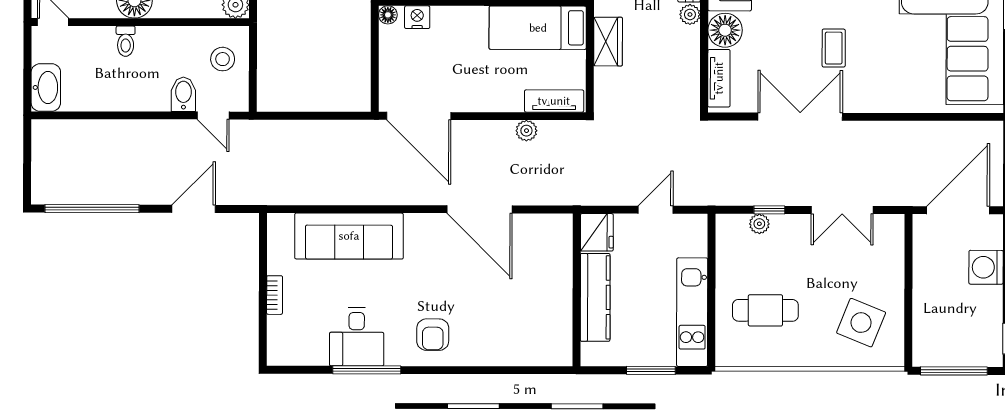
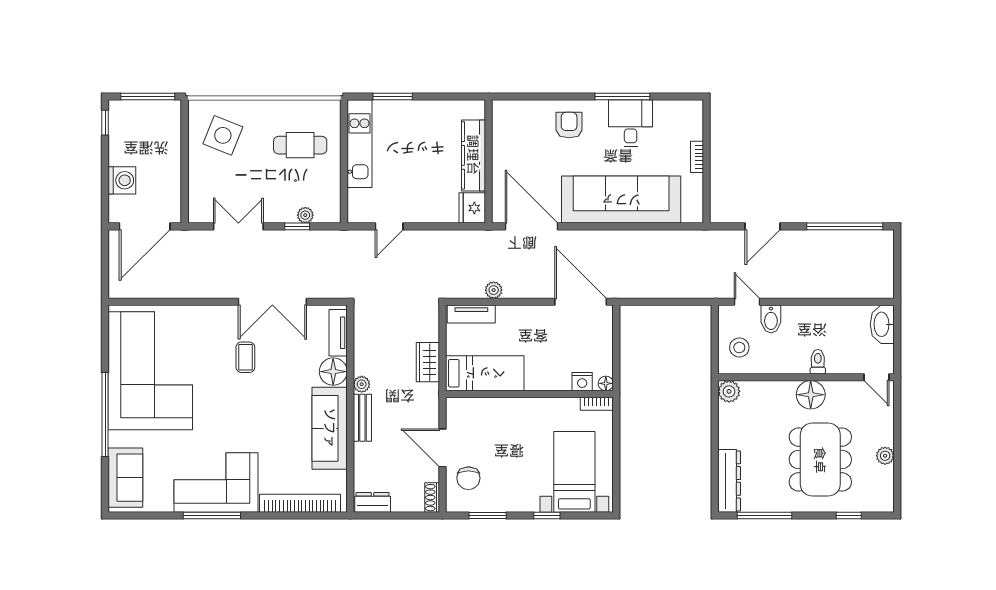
fridge: (597, 232) -> (472, 208), moved
sofa: (349, 236) -> (621, 200), width x1.36, depth x1.27
wall: (577, 290) -> (489, 161), moved
kitchen counter: (595, 297) -> (473, 155), moved

